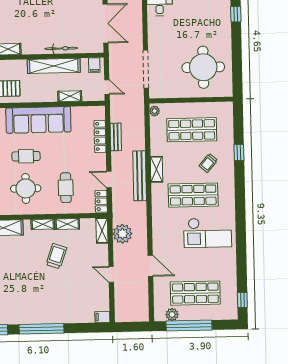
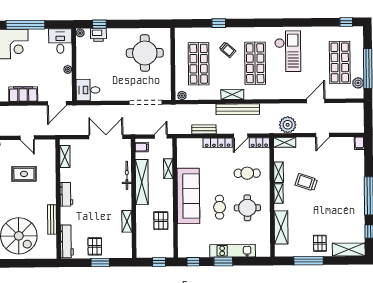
printer: (223, 13) -> (98, 35), added
locker: (100, 136) -> (218, 143), moved

